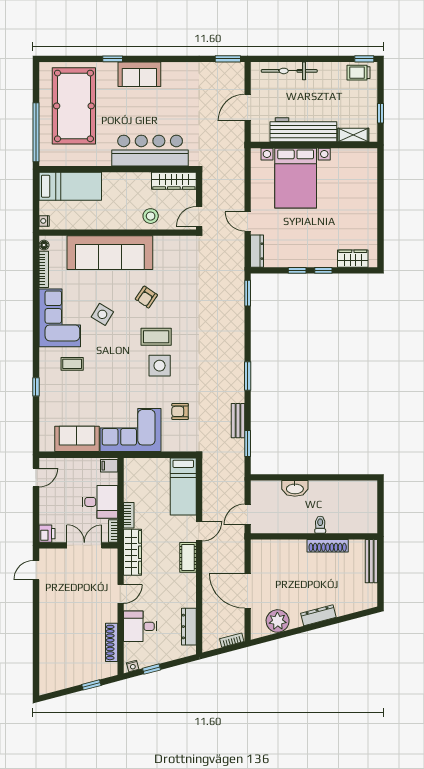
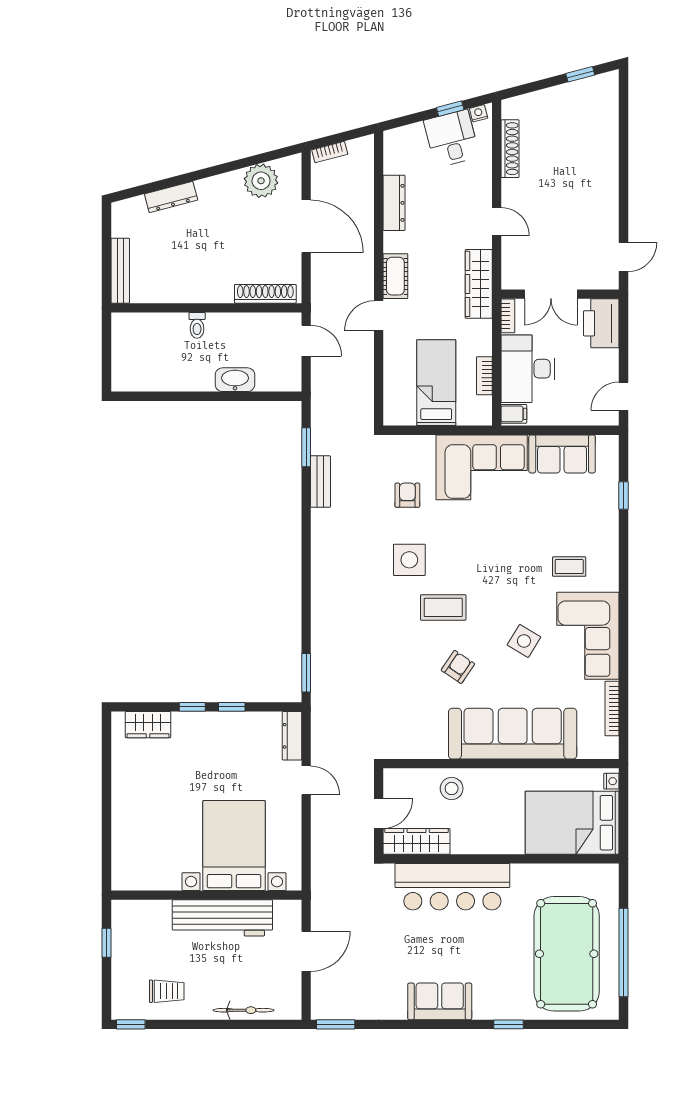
bicycle: (289, 71) -> (244, 1010), width x0.73, depth x0.71
trolley: (359, 73) -> (167, 991), moved
sofa: (139, 74) -> (440, 1001), moved
window: (36, 132) -> (624, 953), moved
shelving: (353, 135) -> (148, 910), removed
bed: (70, 186) -> (572, 823), width x1.50
door: (199, 216) -> (379, 814), moved
floor lamp: (44, 245) -> (612, 745), removed
side table: (160, 366) -> (409, 560), moved
window: (248, 376) -> (306, 548), removed
window: (36, 387) -> (624, 495), moved
armchair: (180, 411) -> (407, 495), turned -90
bed: (183, 486) -> (436, 383), moved
desk: (100, 502) -> (528, 369), width x1.37
bookcase: (129, 515) -> (484, 376), moved
door: (248, 515) -> (306, 341), hinge flipped
printer: (47, 534) -> (601, 323), width x1.87, depth x1.48
shoe rack: (328, 546) -> (265, 294), moved
door: (121, 594) -> (497, 221), swing flipped
dresser: (318, 615) -> (171, 197), moved
desk: (140, 626) -> (452, 139), moved, turned -105
dresser: (189, 627) -> (394, 203), moved
window: (91, 685) -> (580, 74), moved

